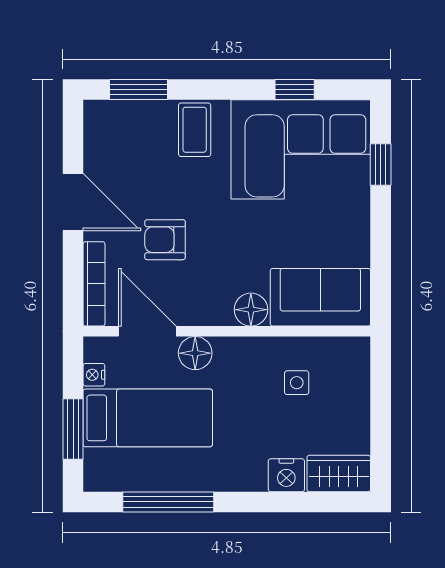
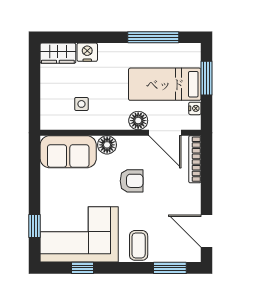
door: (73, 202) -> (207, 231), moved
armchair: (165, 240) -> (132, 181), moved

